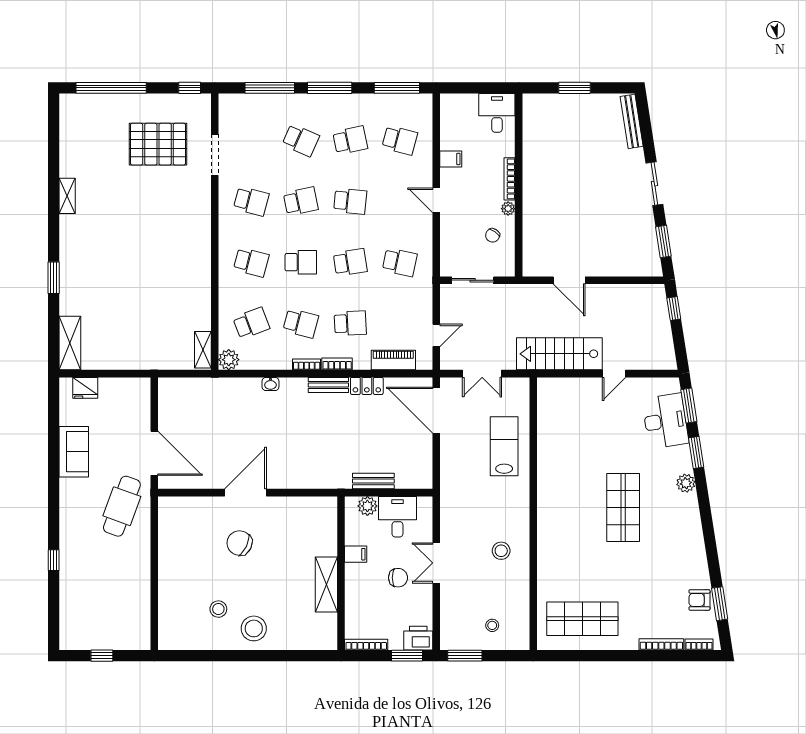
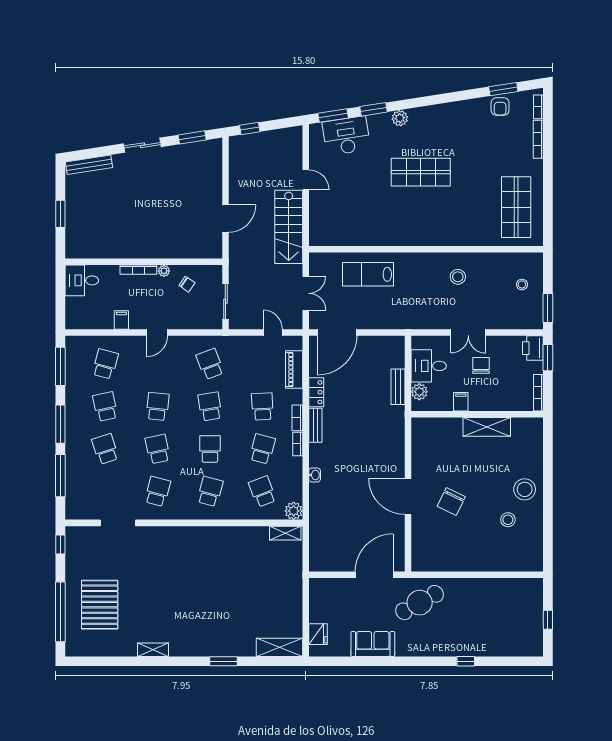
school desk: (301, 140) -> (105, 449), turned -42
pallet: (158, 144) -> (100, 605), moved
school desk: (400, 262) -> (210, 364), turned -33
cafe table: (122, 506) -> (420, 603), turned -49

